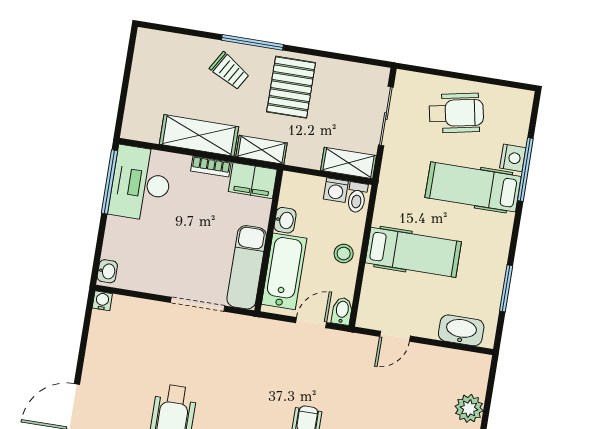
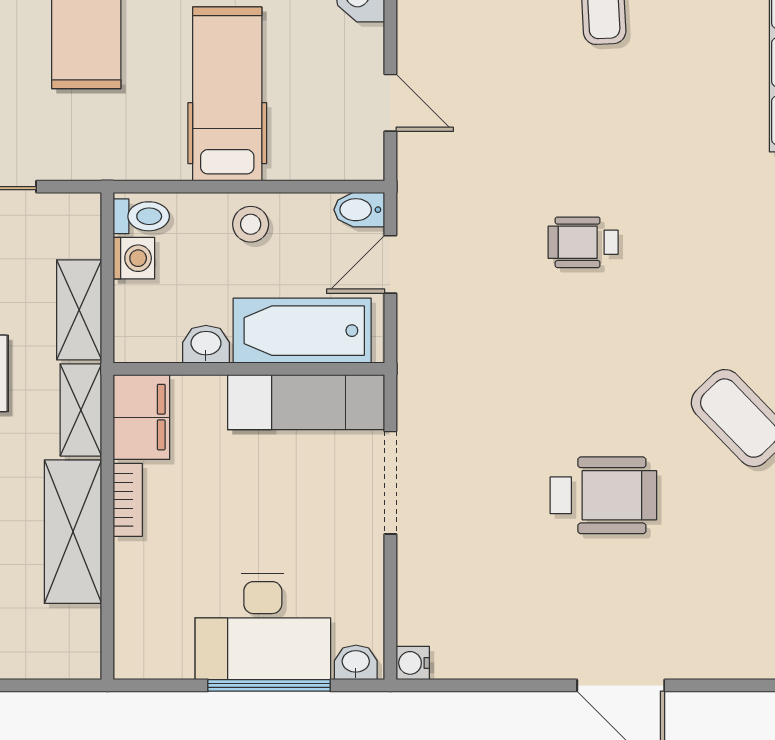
shelving: (349, 163) -> (79, 310), moved
window: (110, 182) -> (269, 685), moved
desk: (141, 184) -> (263, 626), moved
door: (311, 323) -> (390, 264), hinge flipped

